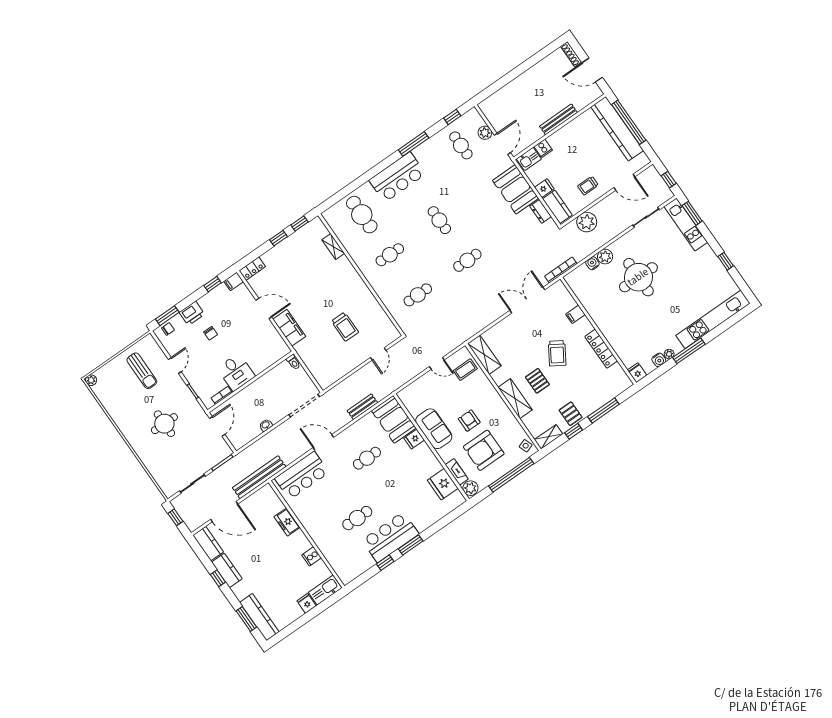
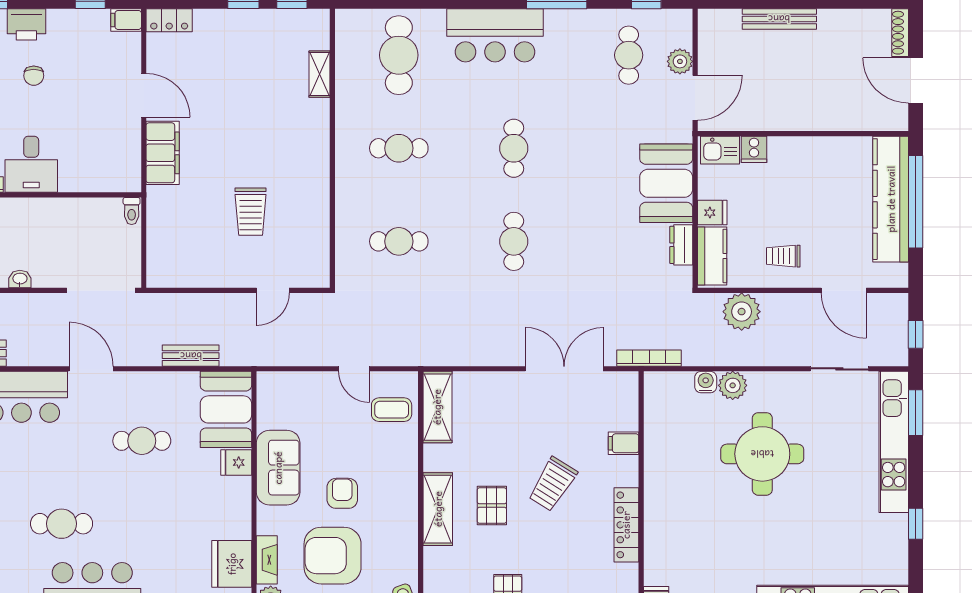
bench: (558, 119) -> (779, 19), moved
kitchen unit: (686, 224) -> (894, 442), width x1.36
cafe table: (467, 260) -> (514, 241), turned 90

